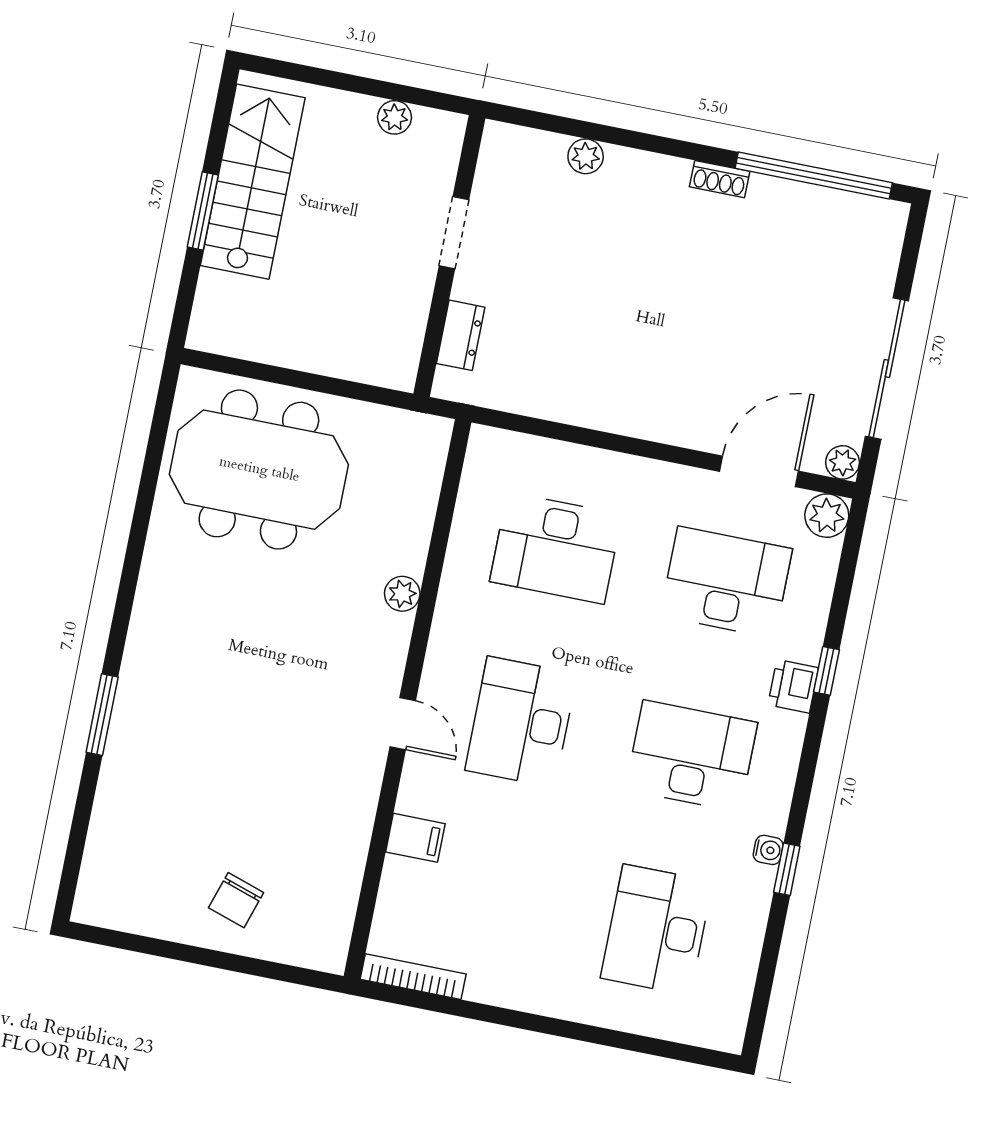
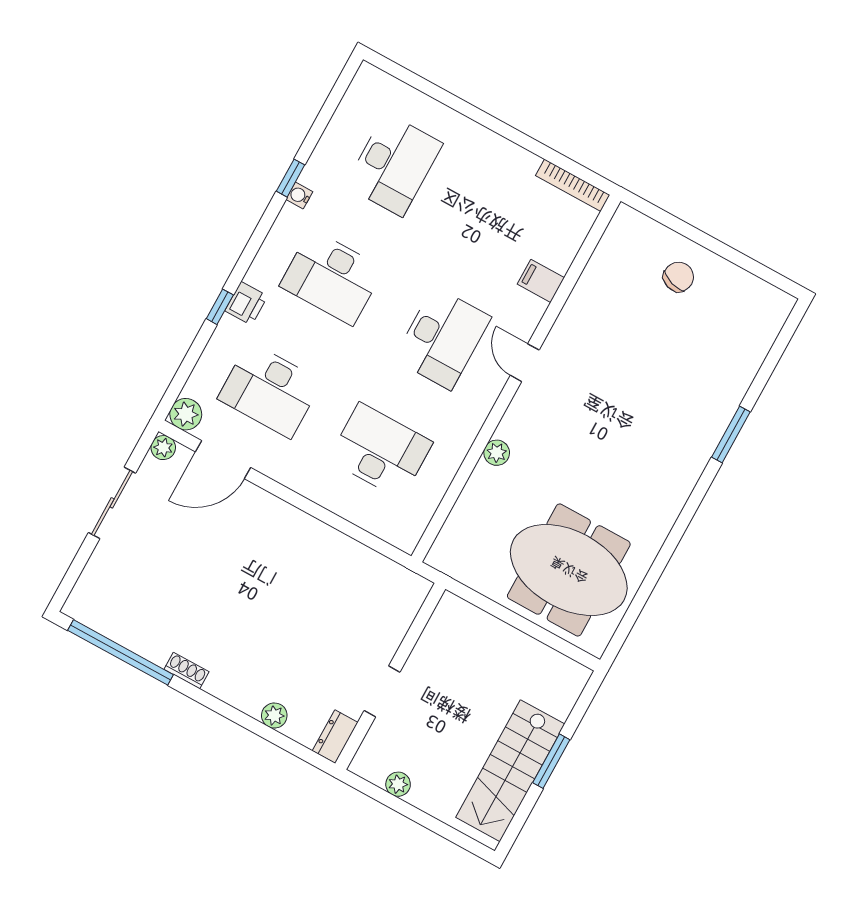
dresser: (461, 335) -> (335, 737), moved
sliding door: (887, 368) -> (112, 503), width x0.73

